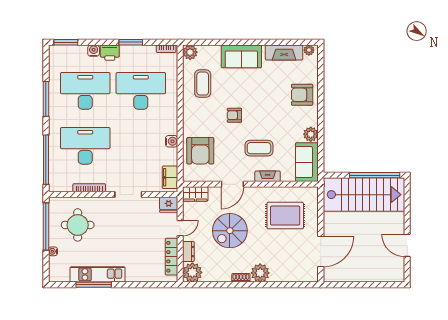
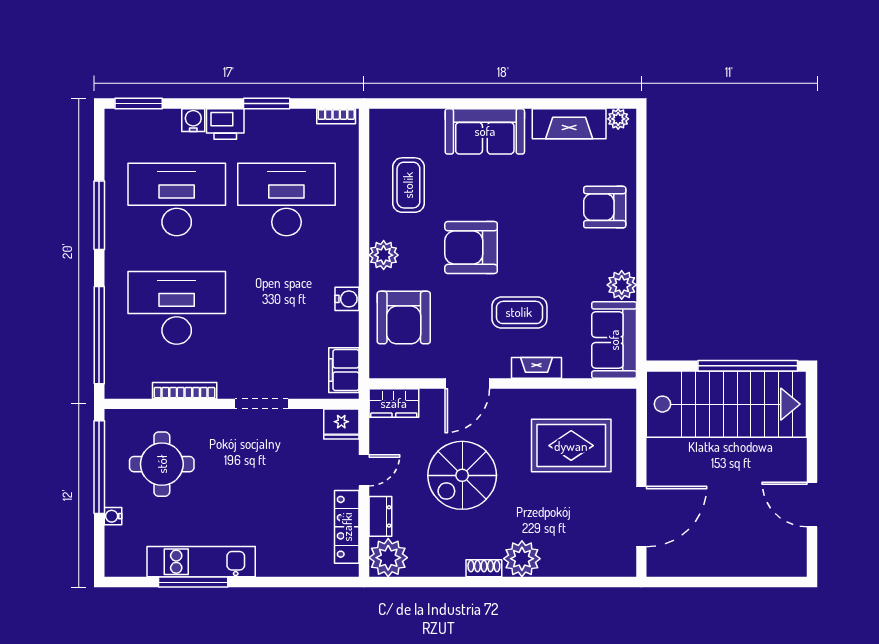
plant: (190, 52) -> (384, 255), moved
armchair: (234, 115) -> (471, 248), width x1.88, depth x1.88

